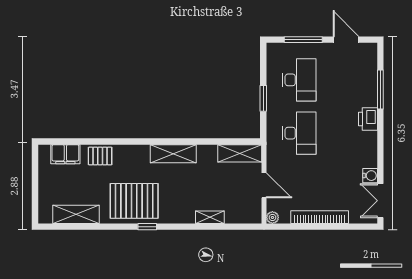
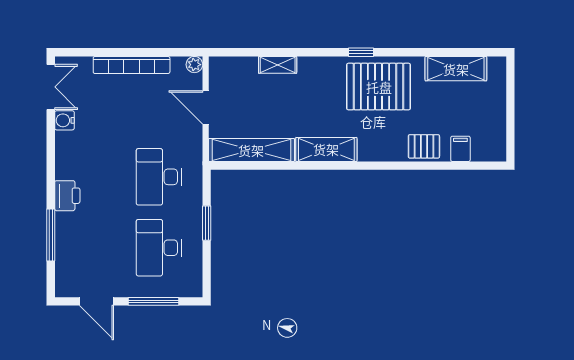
shelving: (240, 153) -> (251, 150), width x1.47
filing cabinet: (65, 154) -> (460, 149), width x0.50

